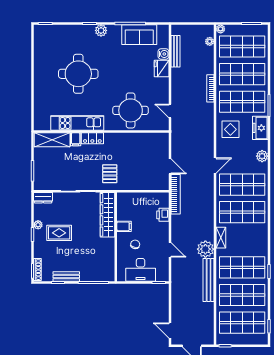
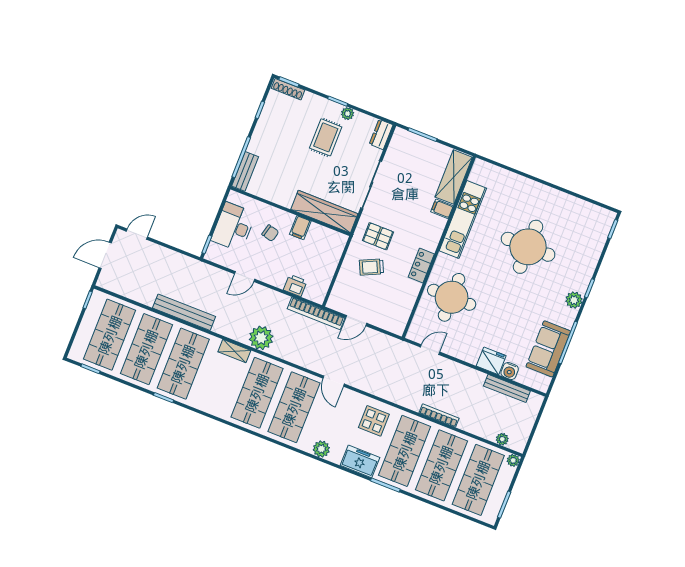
locker: (92, 138) -> (421, 266), moved
trolley: (131, 170) -> (371, 267), added
plant: (205, 249) -> (261, 338), moved
bench: (66, 276) -> (245, 171), moved

